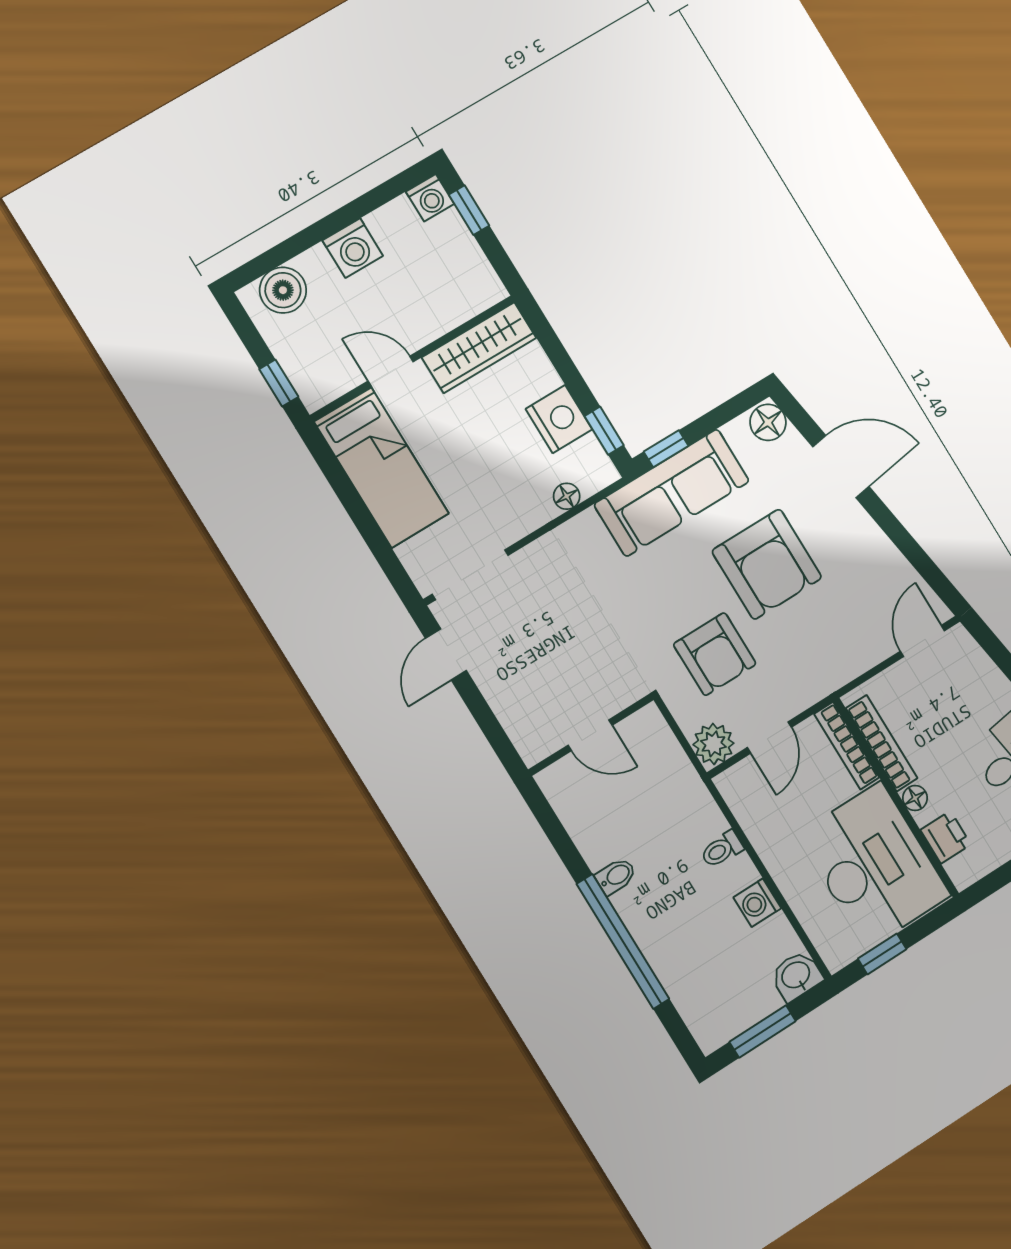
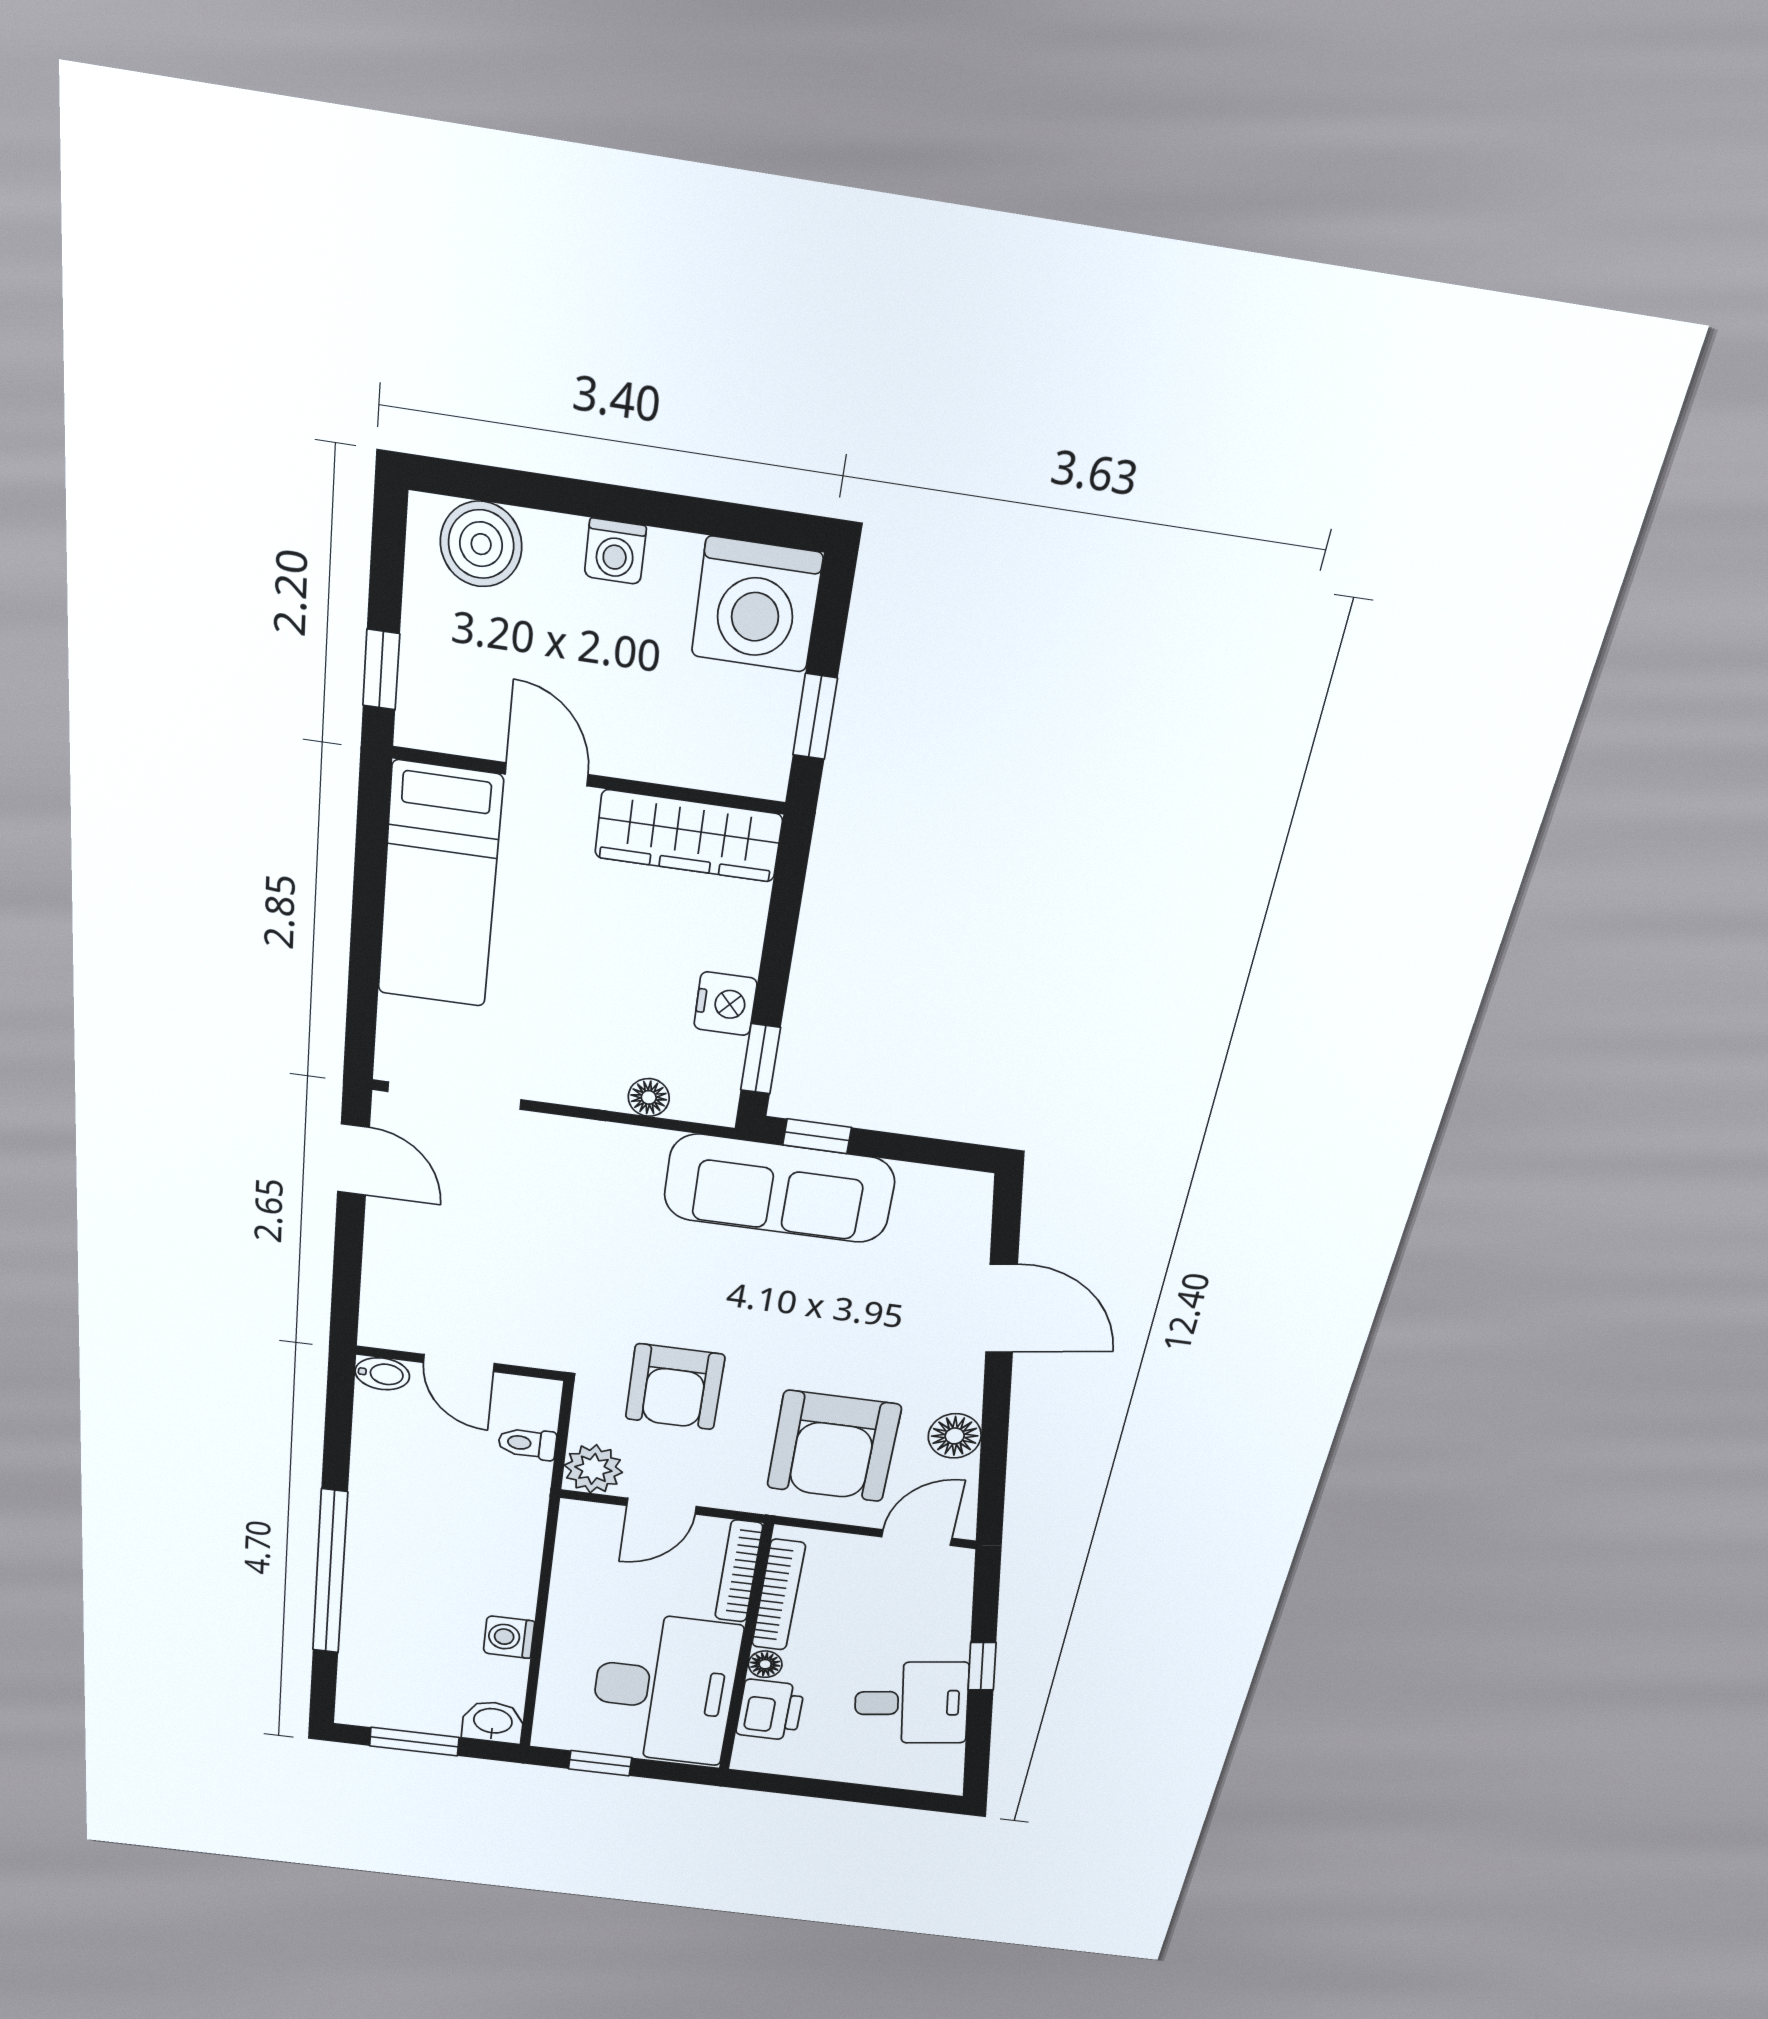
washing machine: (430, 198) -> (757, 605), width x1.89, depth x1.89
window: (469, 210) -> (815, 717), moved
washing machine: (353, 248) -> (615, 551), width x0.73, depth x0.73
nightstand: (559, 419) -> (725, 1004), width x0.74, depth x0.75
floor lamp: (768, 422) -> (955, 1436), moved
armchair: (767, 564) -> (834, 1446), moved
door: (446, 654) -> (353, 1160), swing flipped
printer: (946, 837) -> (770, 1710), width x1.36, depth x1.24
toilet: (722, 849) -> (527, 1443), moved
bidet: (616, 876) -> (382, 1374), moved

